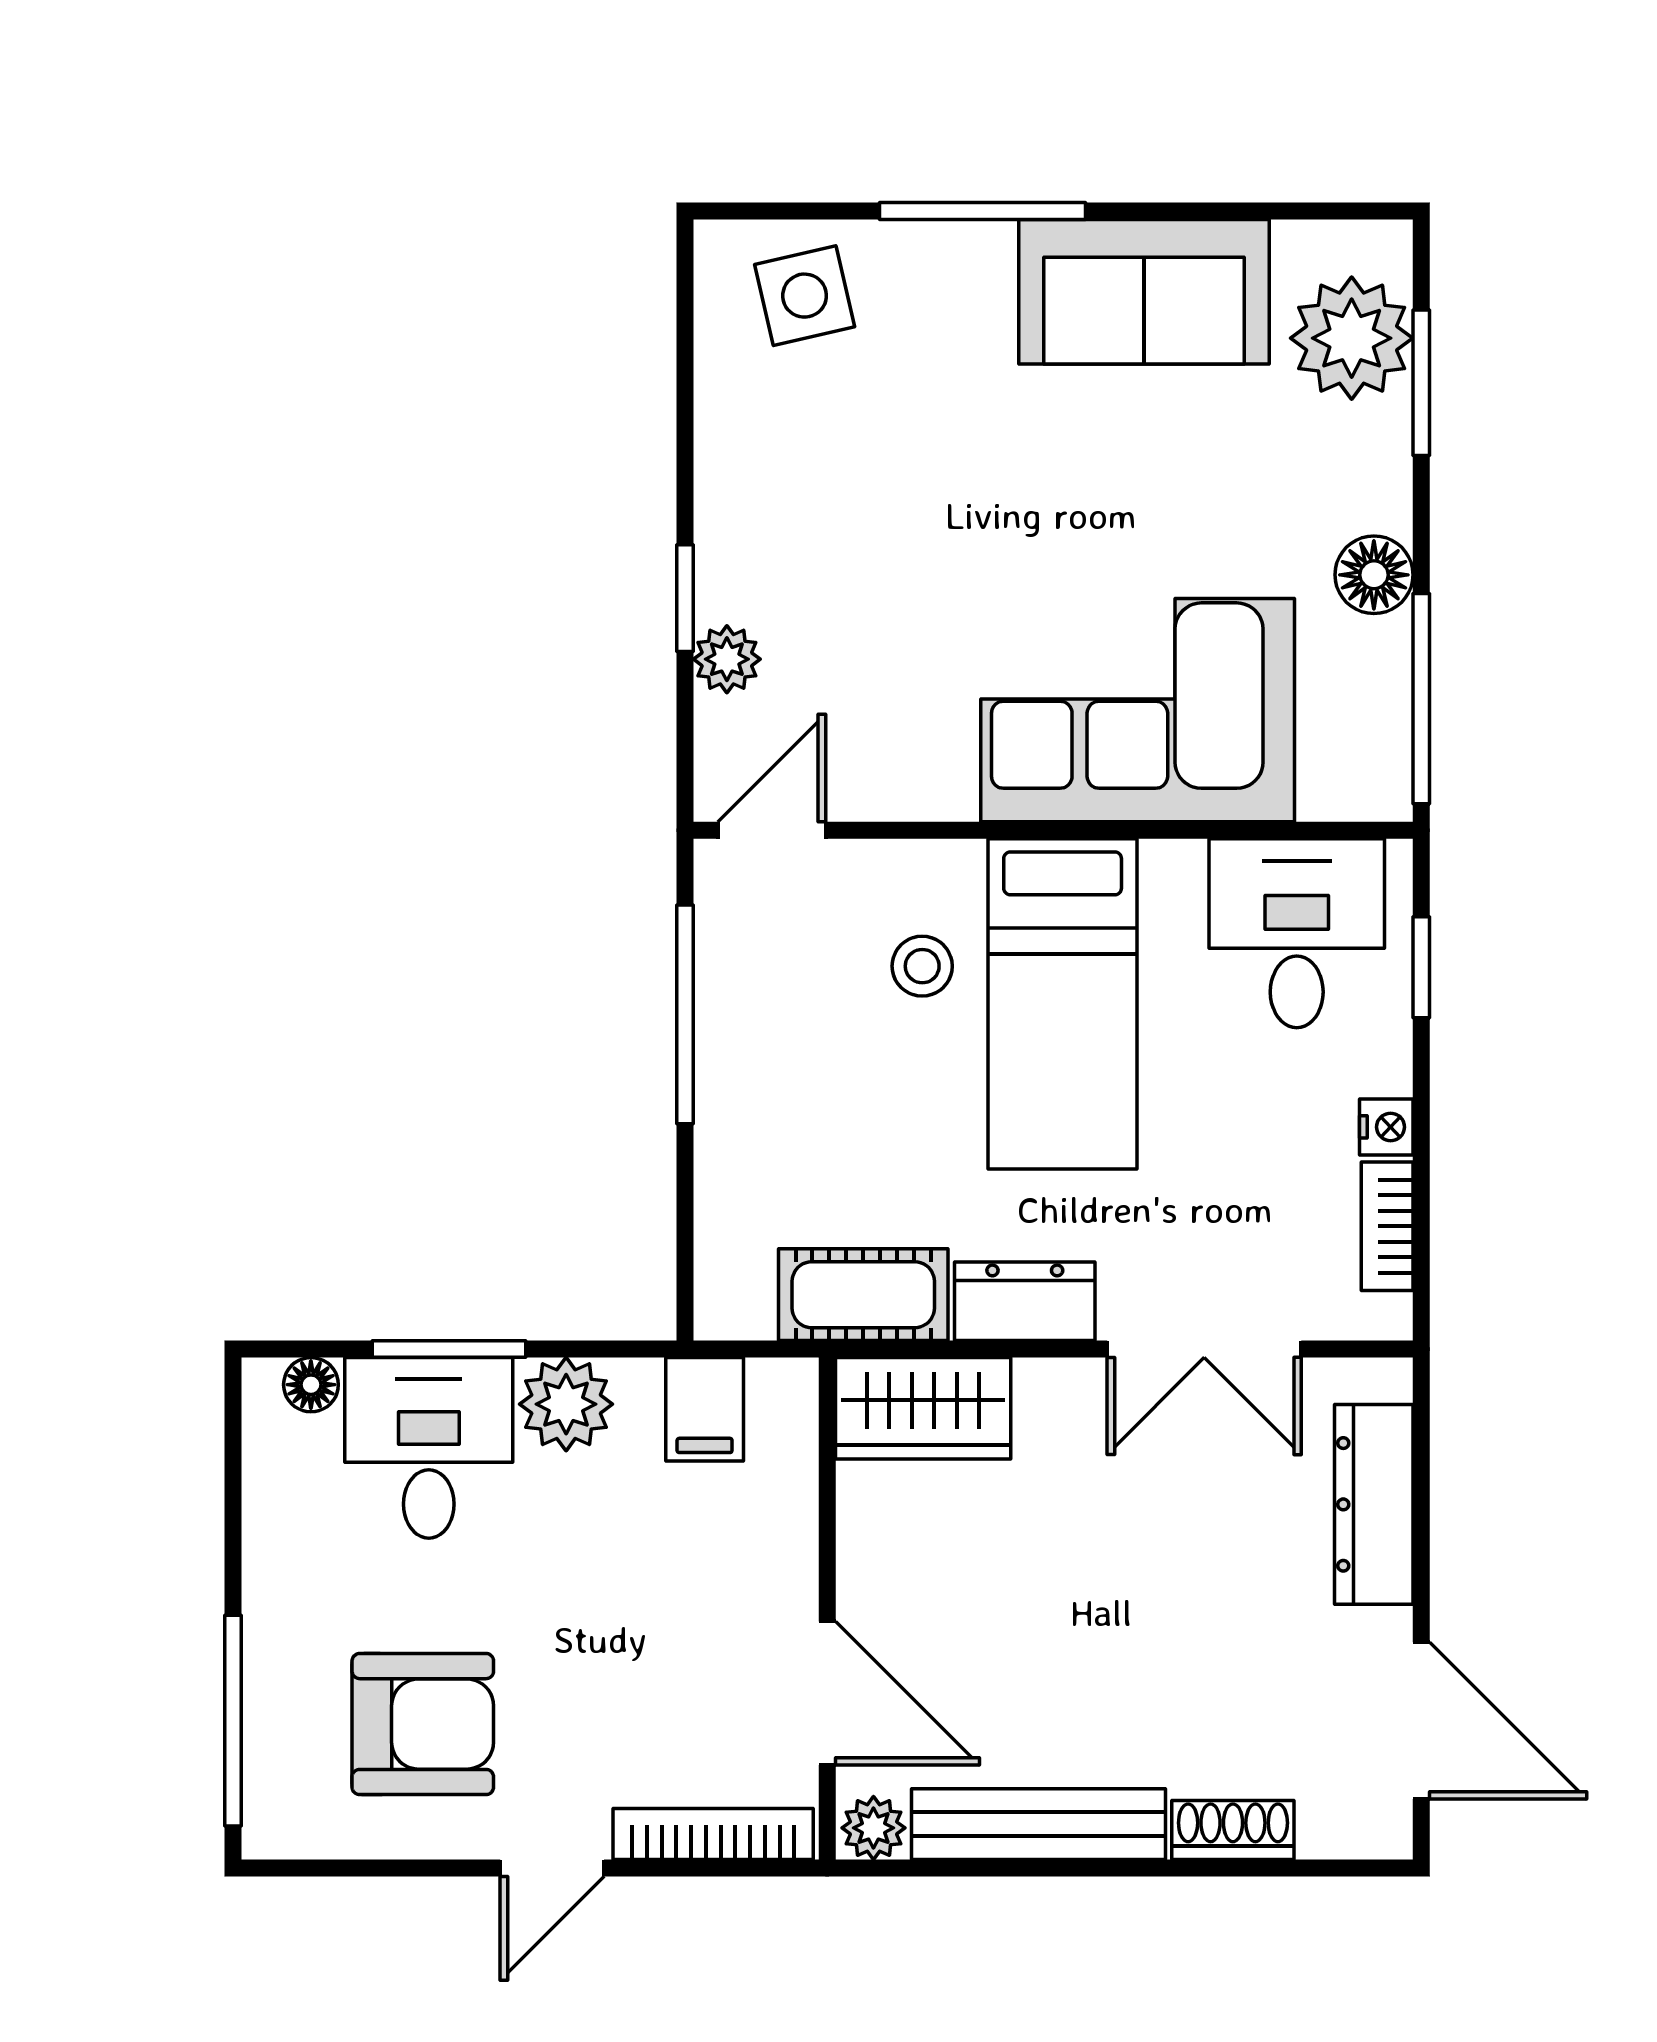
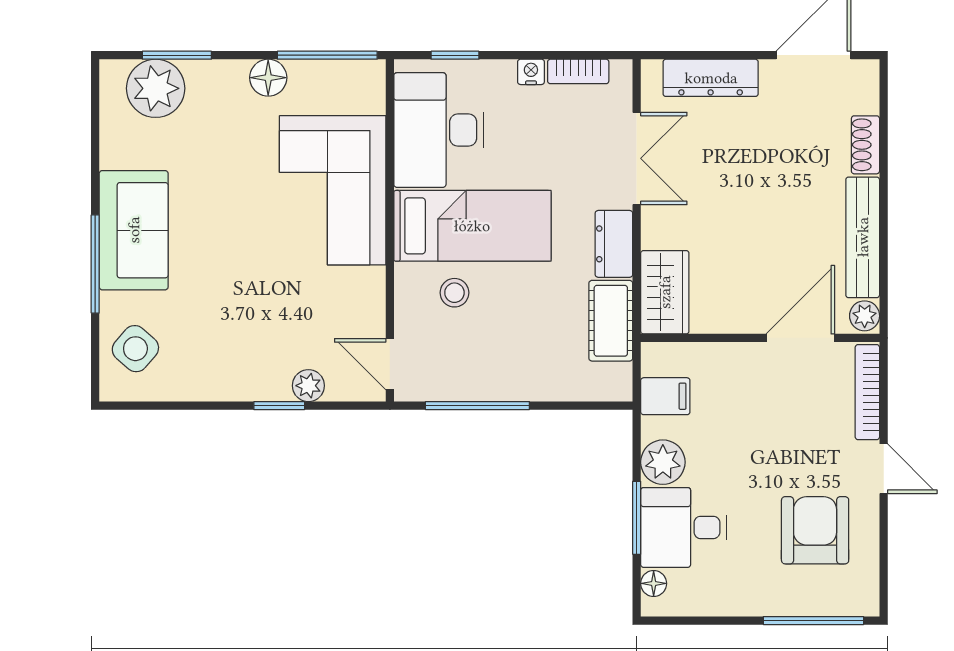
sofa: (1144, 292) -> (134, 230), moved
side table: (805, 296) -> (135, 349), turned -36
desk: (1297, 933) -> (439, 130), width x1.37

